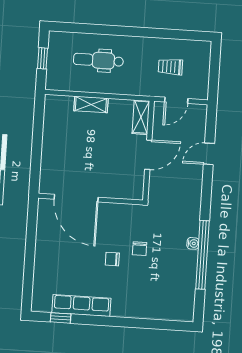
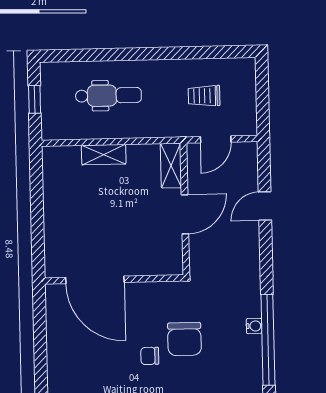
dental chair: (98, 60) -> (108, 96), turned 180
chair: (140, 249) -> (184, 339), width x1.87, depth x1.87

